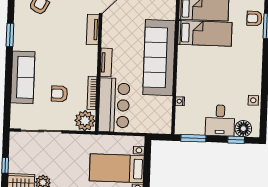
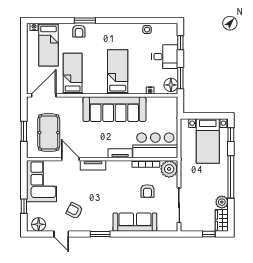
bed: (205, 33) -> (118, 72), moved
floor lamp: (243, 129) -> (171, 85), moved

